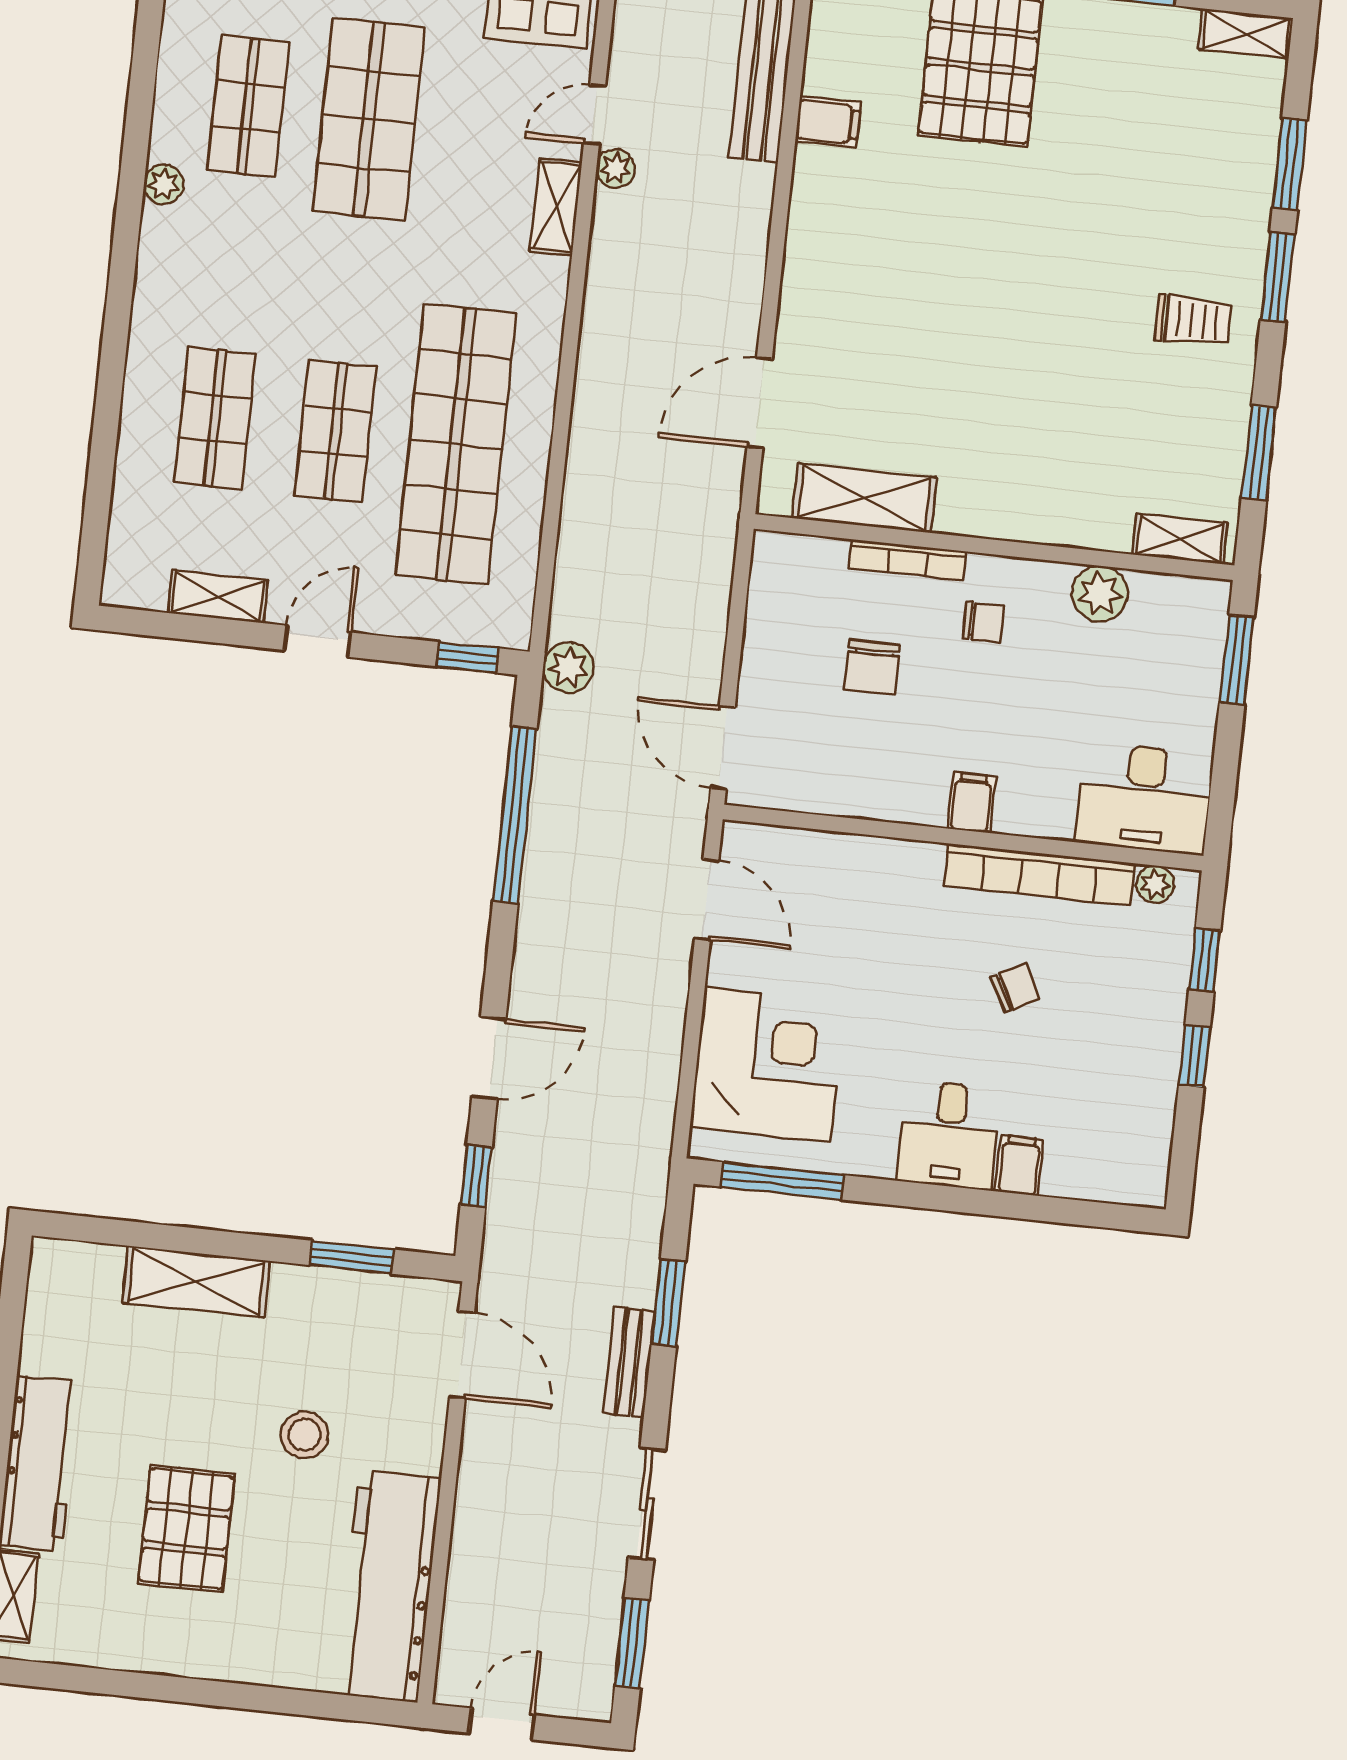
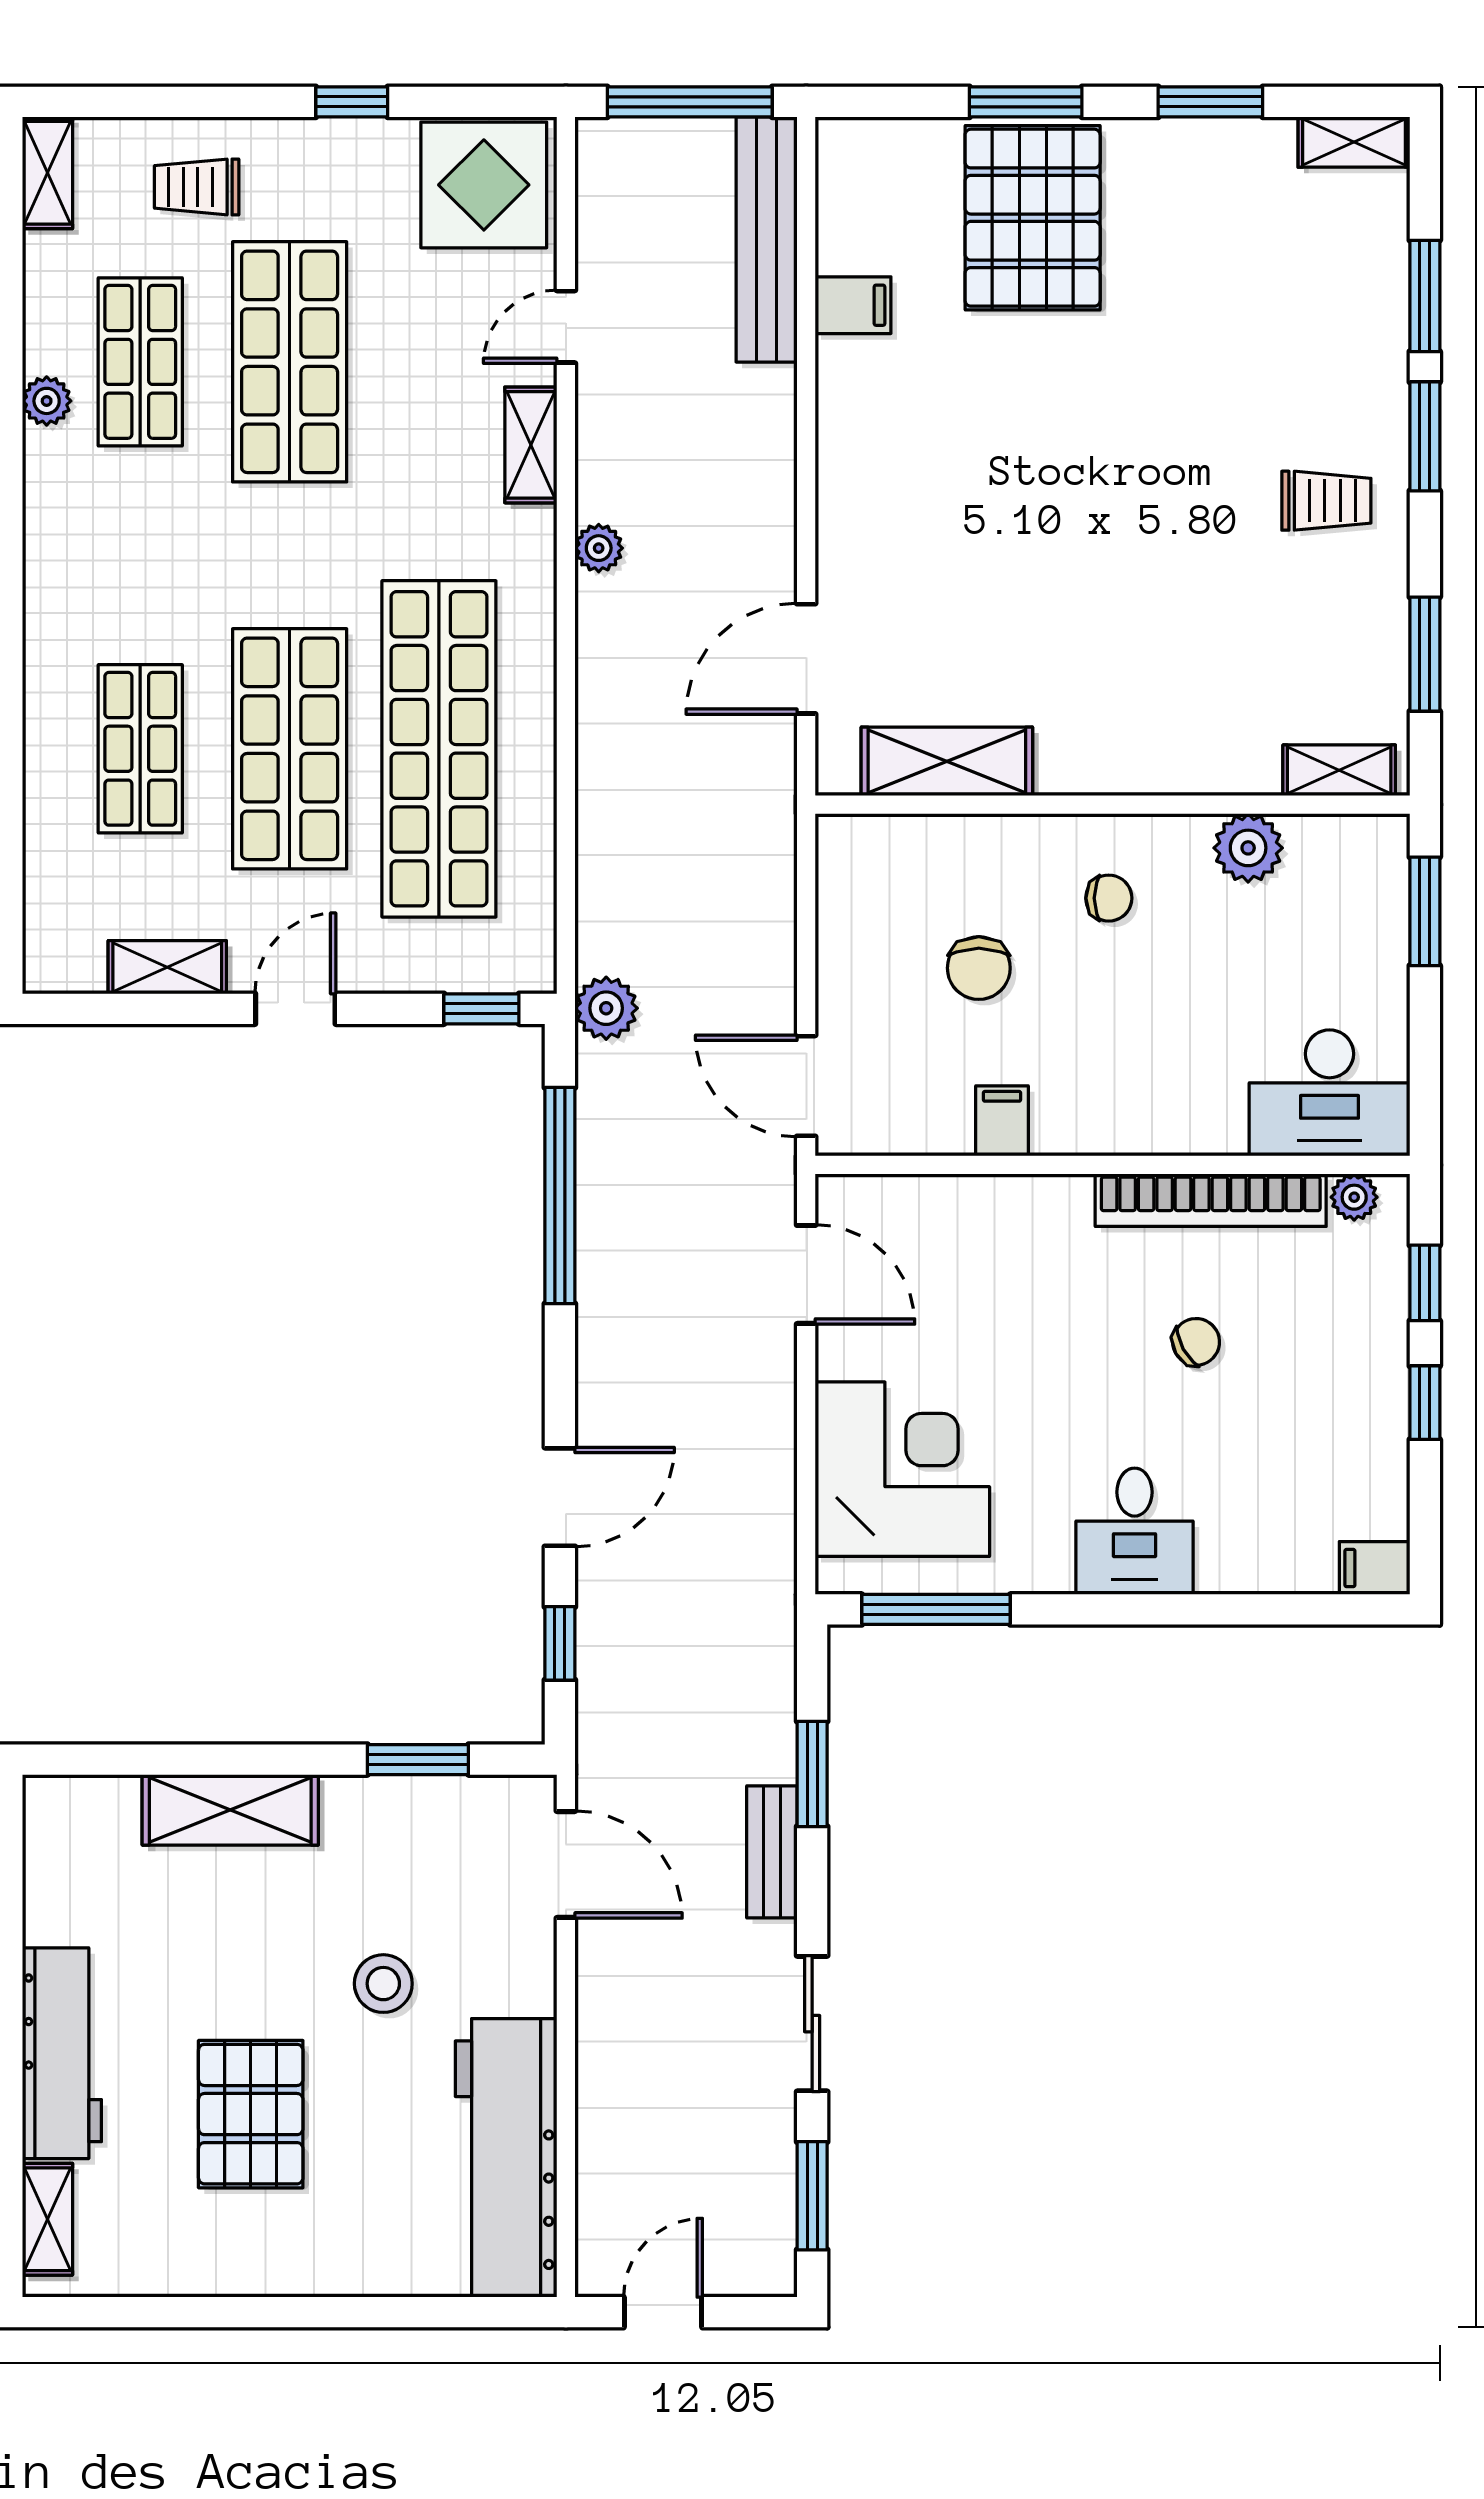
plant: (616, 169) -> (599, 548), moved
plant: (164, 184) -> (47, 401), moved
shop shelf: (335, 431) -> (290, 749), width x1.43, depth x1.36
bookcase: (907, 560) -> (1008, 832), removed
filing cabinet: (971, 803) -> (1002, 1121), moved
filing cabinet: (1019, 1165) -> (1375, 1568), moved, turned -90

